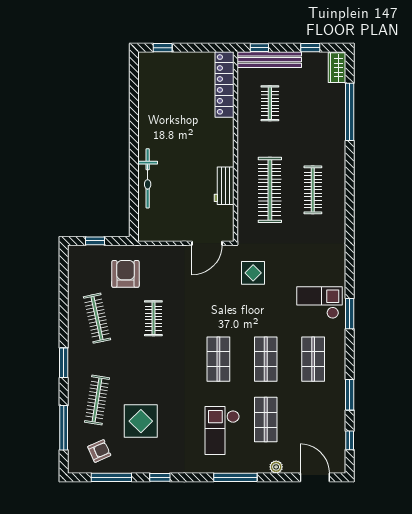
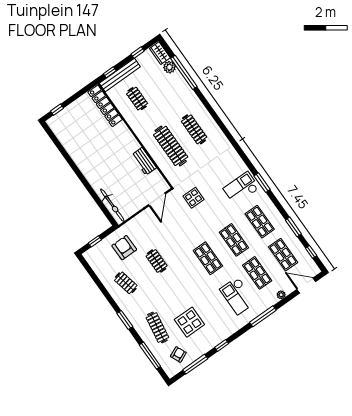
plant: (337, 93) -> (170, 67), added
bicycle: (148, 178) -> (112, 205), moved
clothes rail: (97, 318) -> (126, 283), width x0.73
shop shelf: (313, 420) -> (283, 255), added

